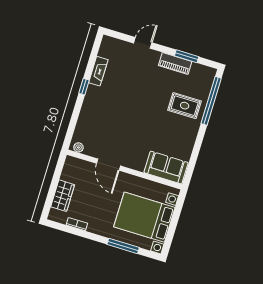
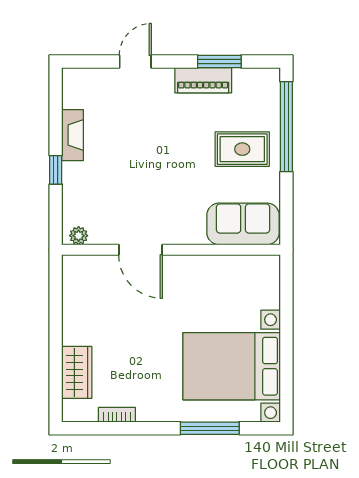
plant: (78, 147) -> (79, 236), moved
door: (108, 165) -> (140, 250), moved
sofa: (166, 168) -> (243, 224), moved
wall: (124, 169) -> (171, 250), moved

